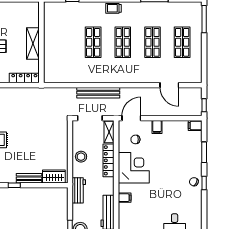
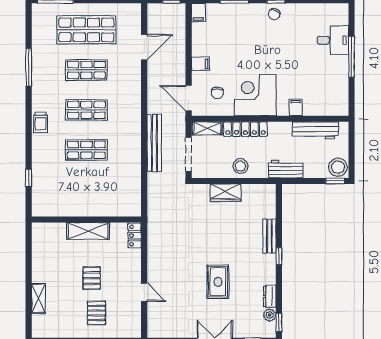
shop shelf: (182, 42) -> (86, 30), width x1.43, depth x1.36
locker: (24, 78) -> (135, 236), width x0.66
wardrobe: (54, 177) -> (225, 193), moved, turned -90

